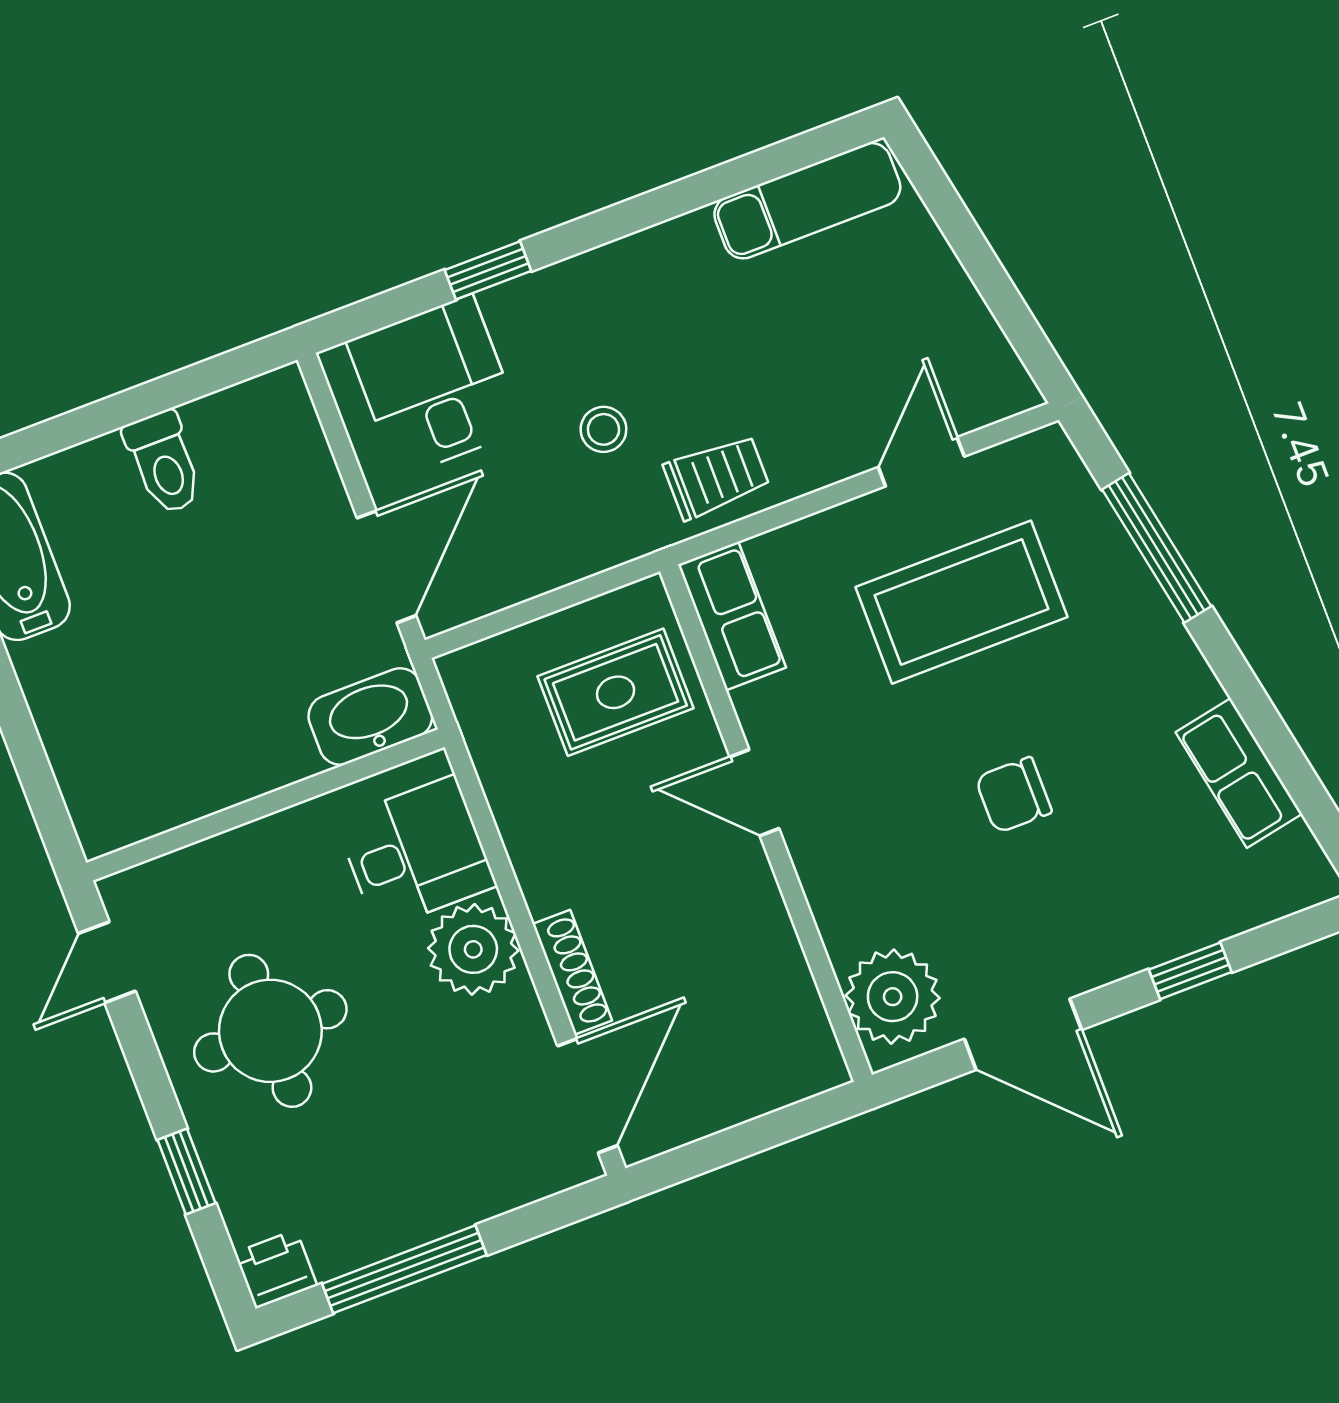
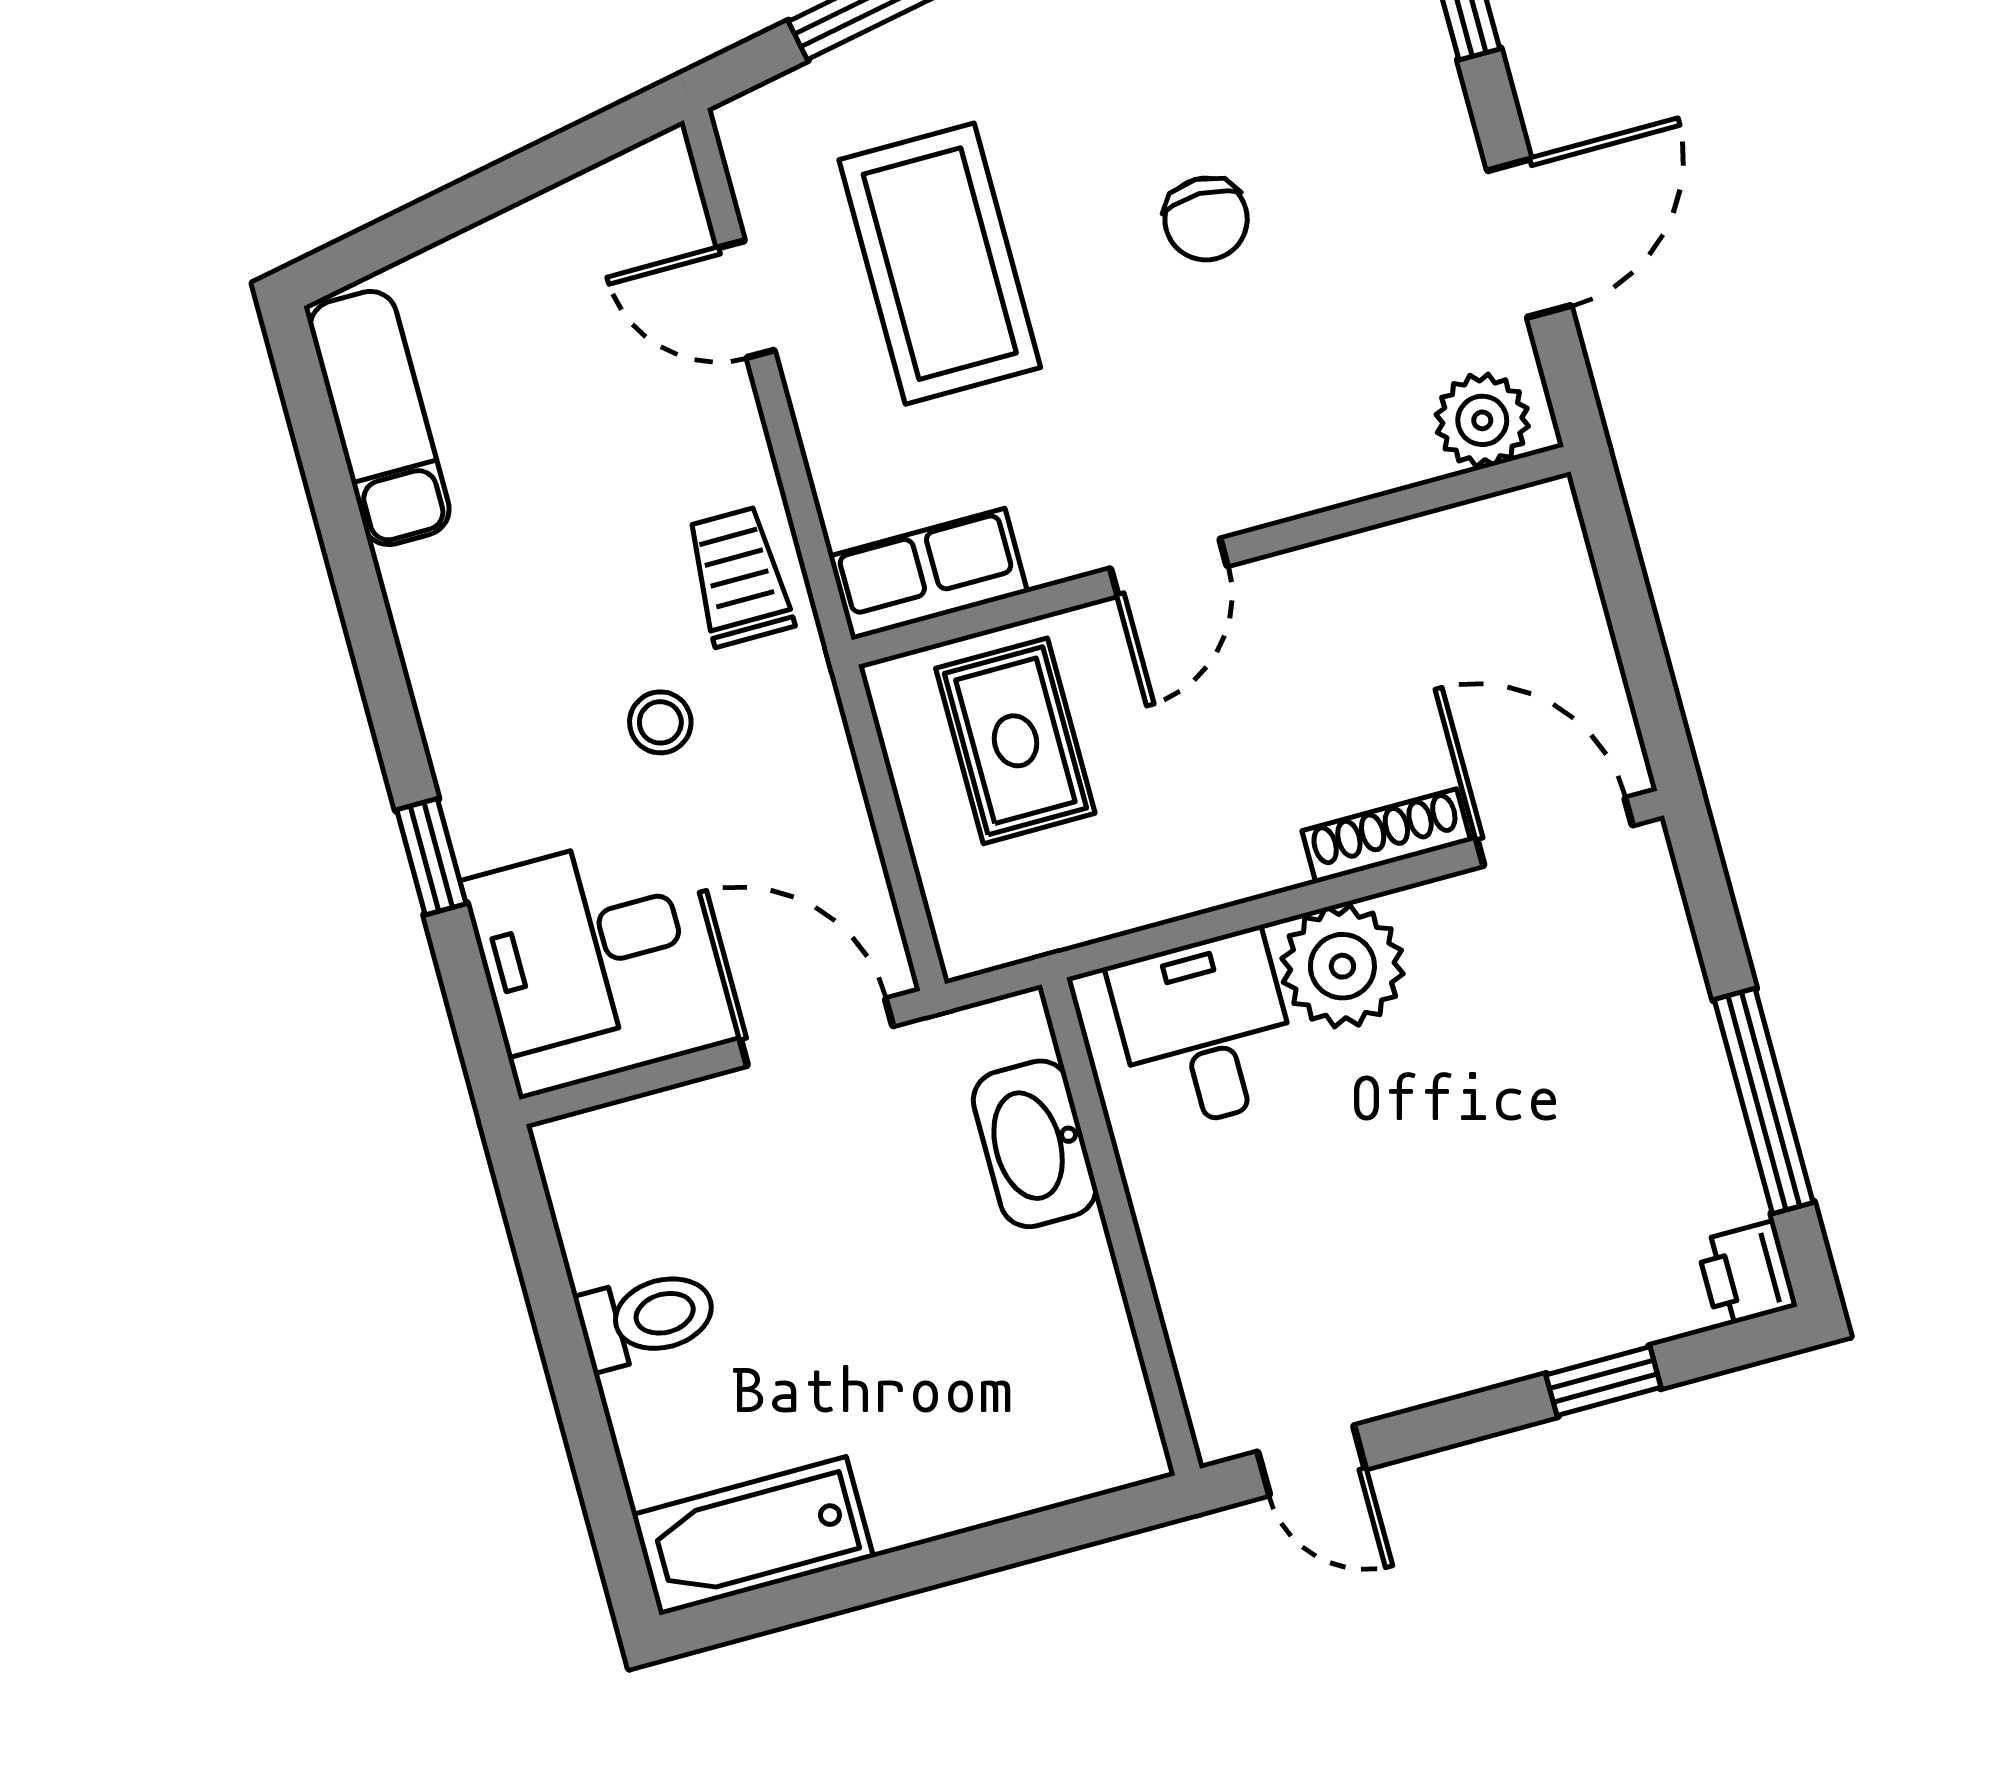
washbasin: (370, 716) -> (1035, 1144), moved
plant: (893, 997) -> (1482, 420), width x0.73, depth x0.73
round table: (270, 1031) -> (1425, 1250), removed

